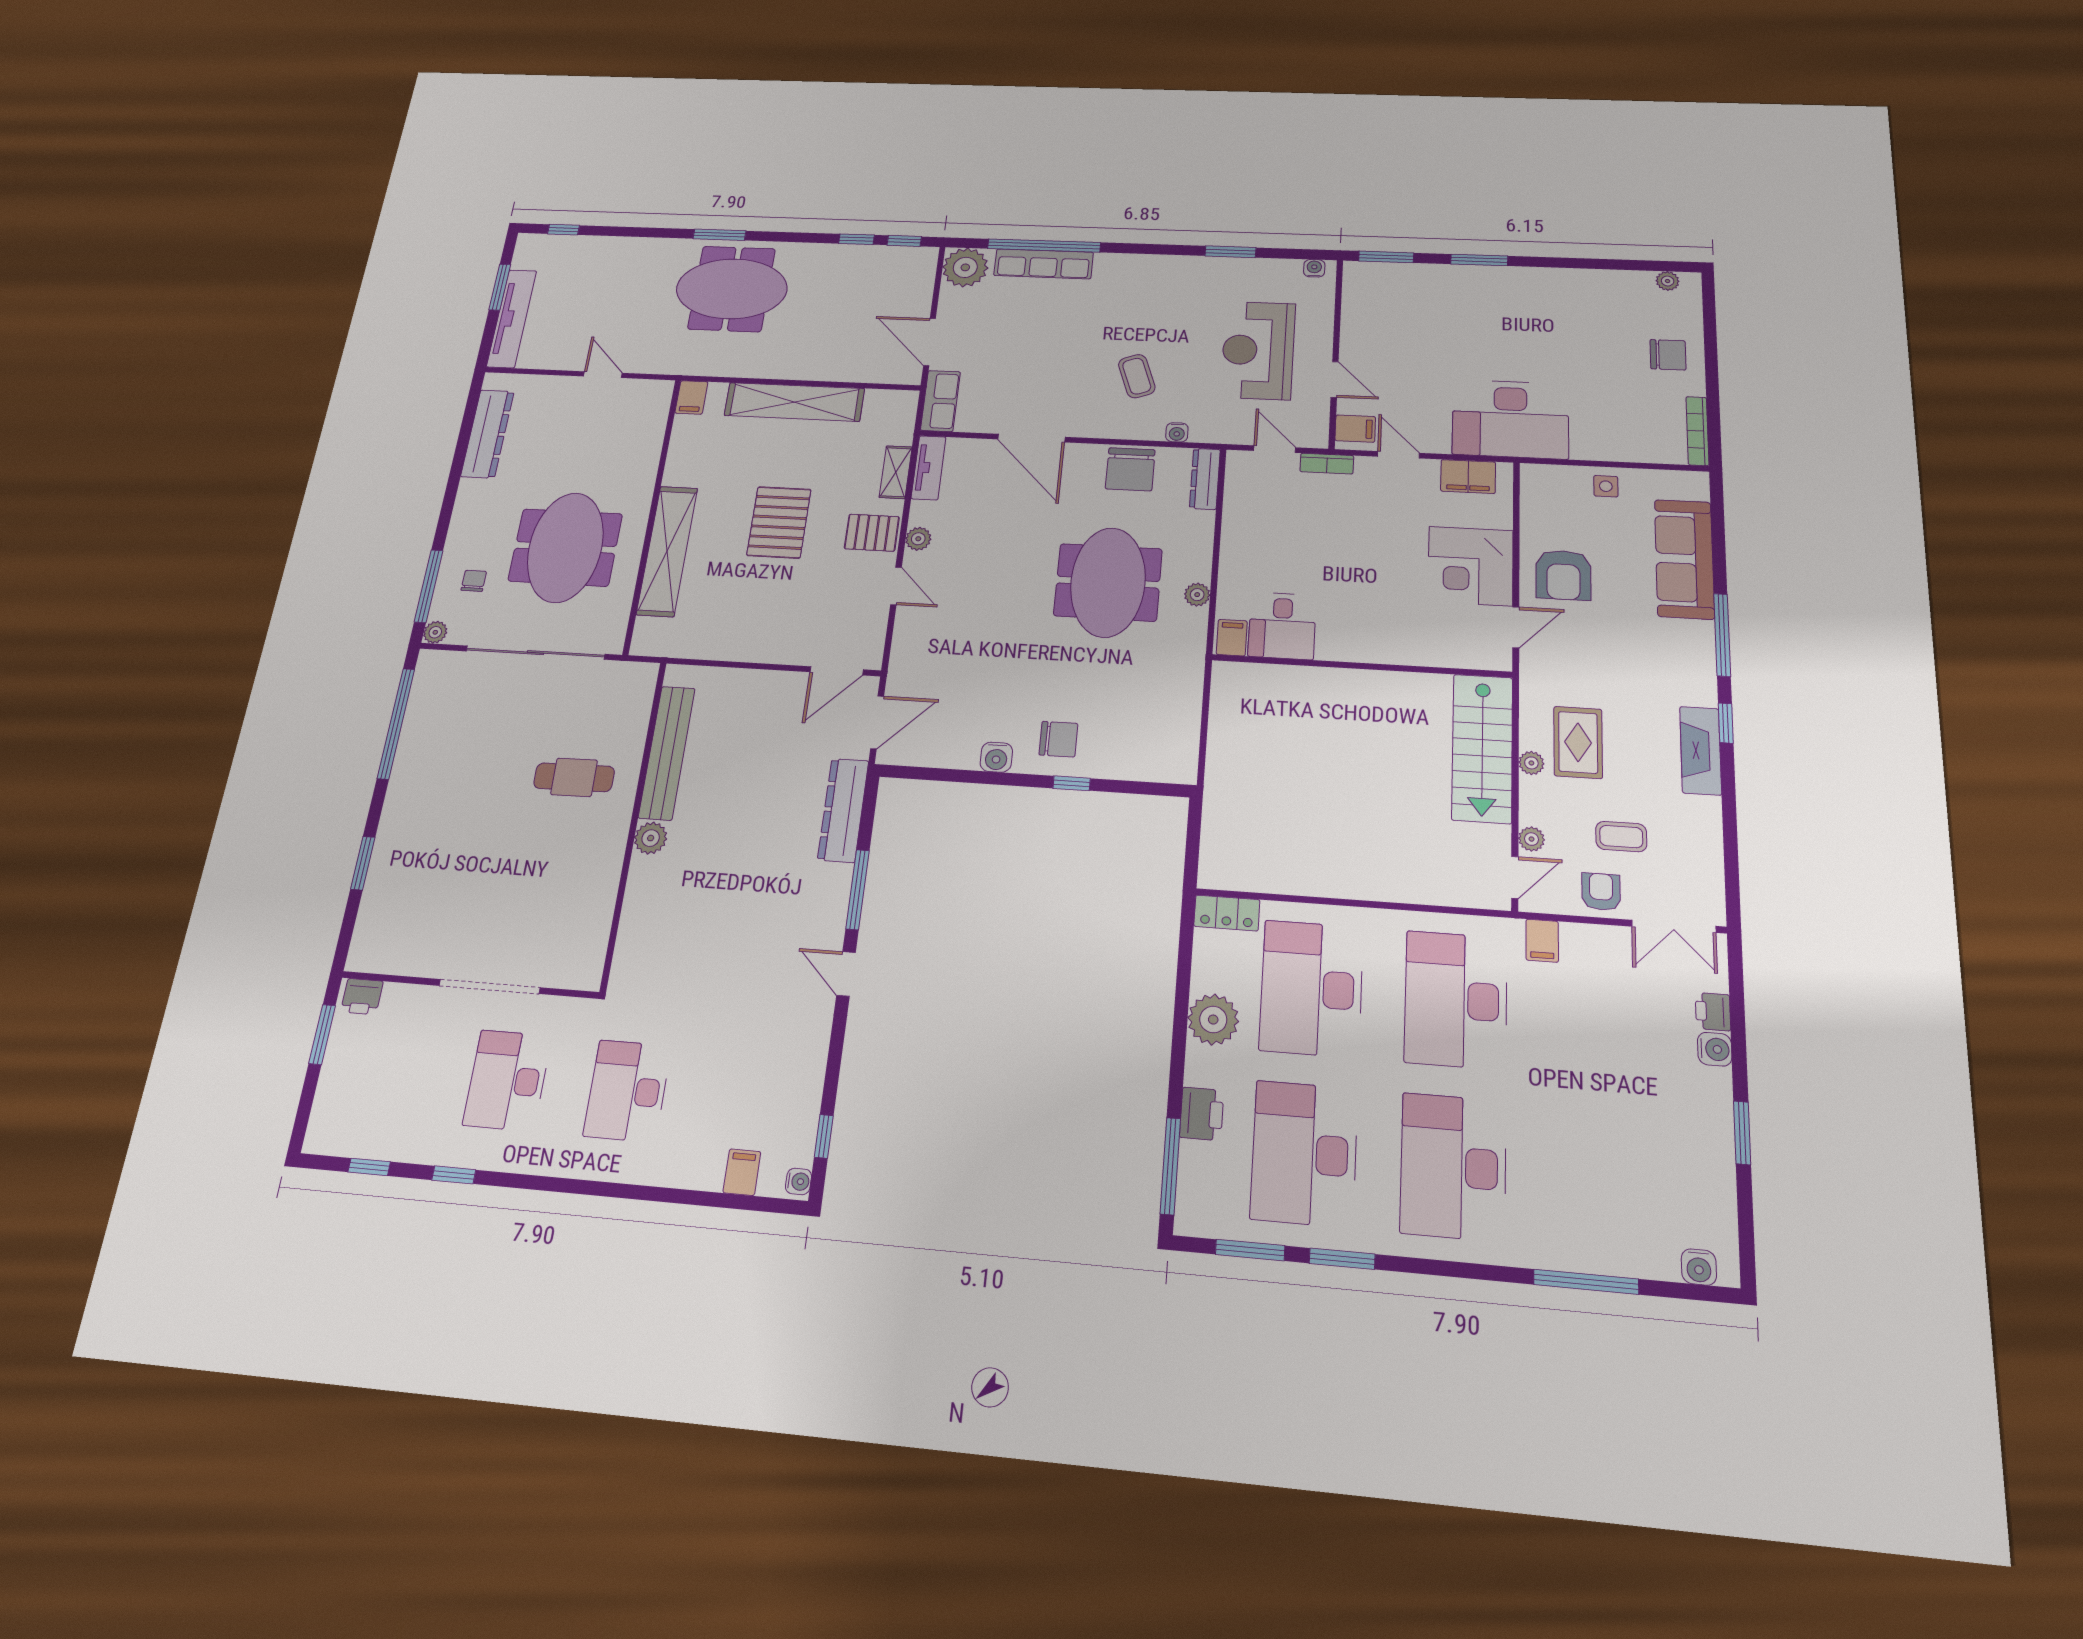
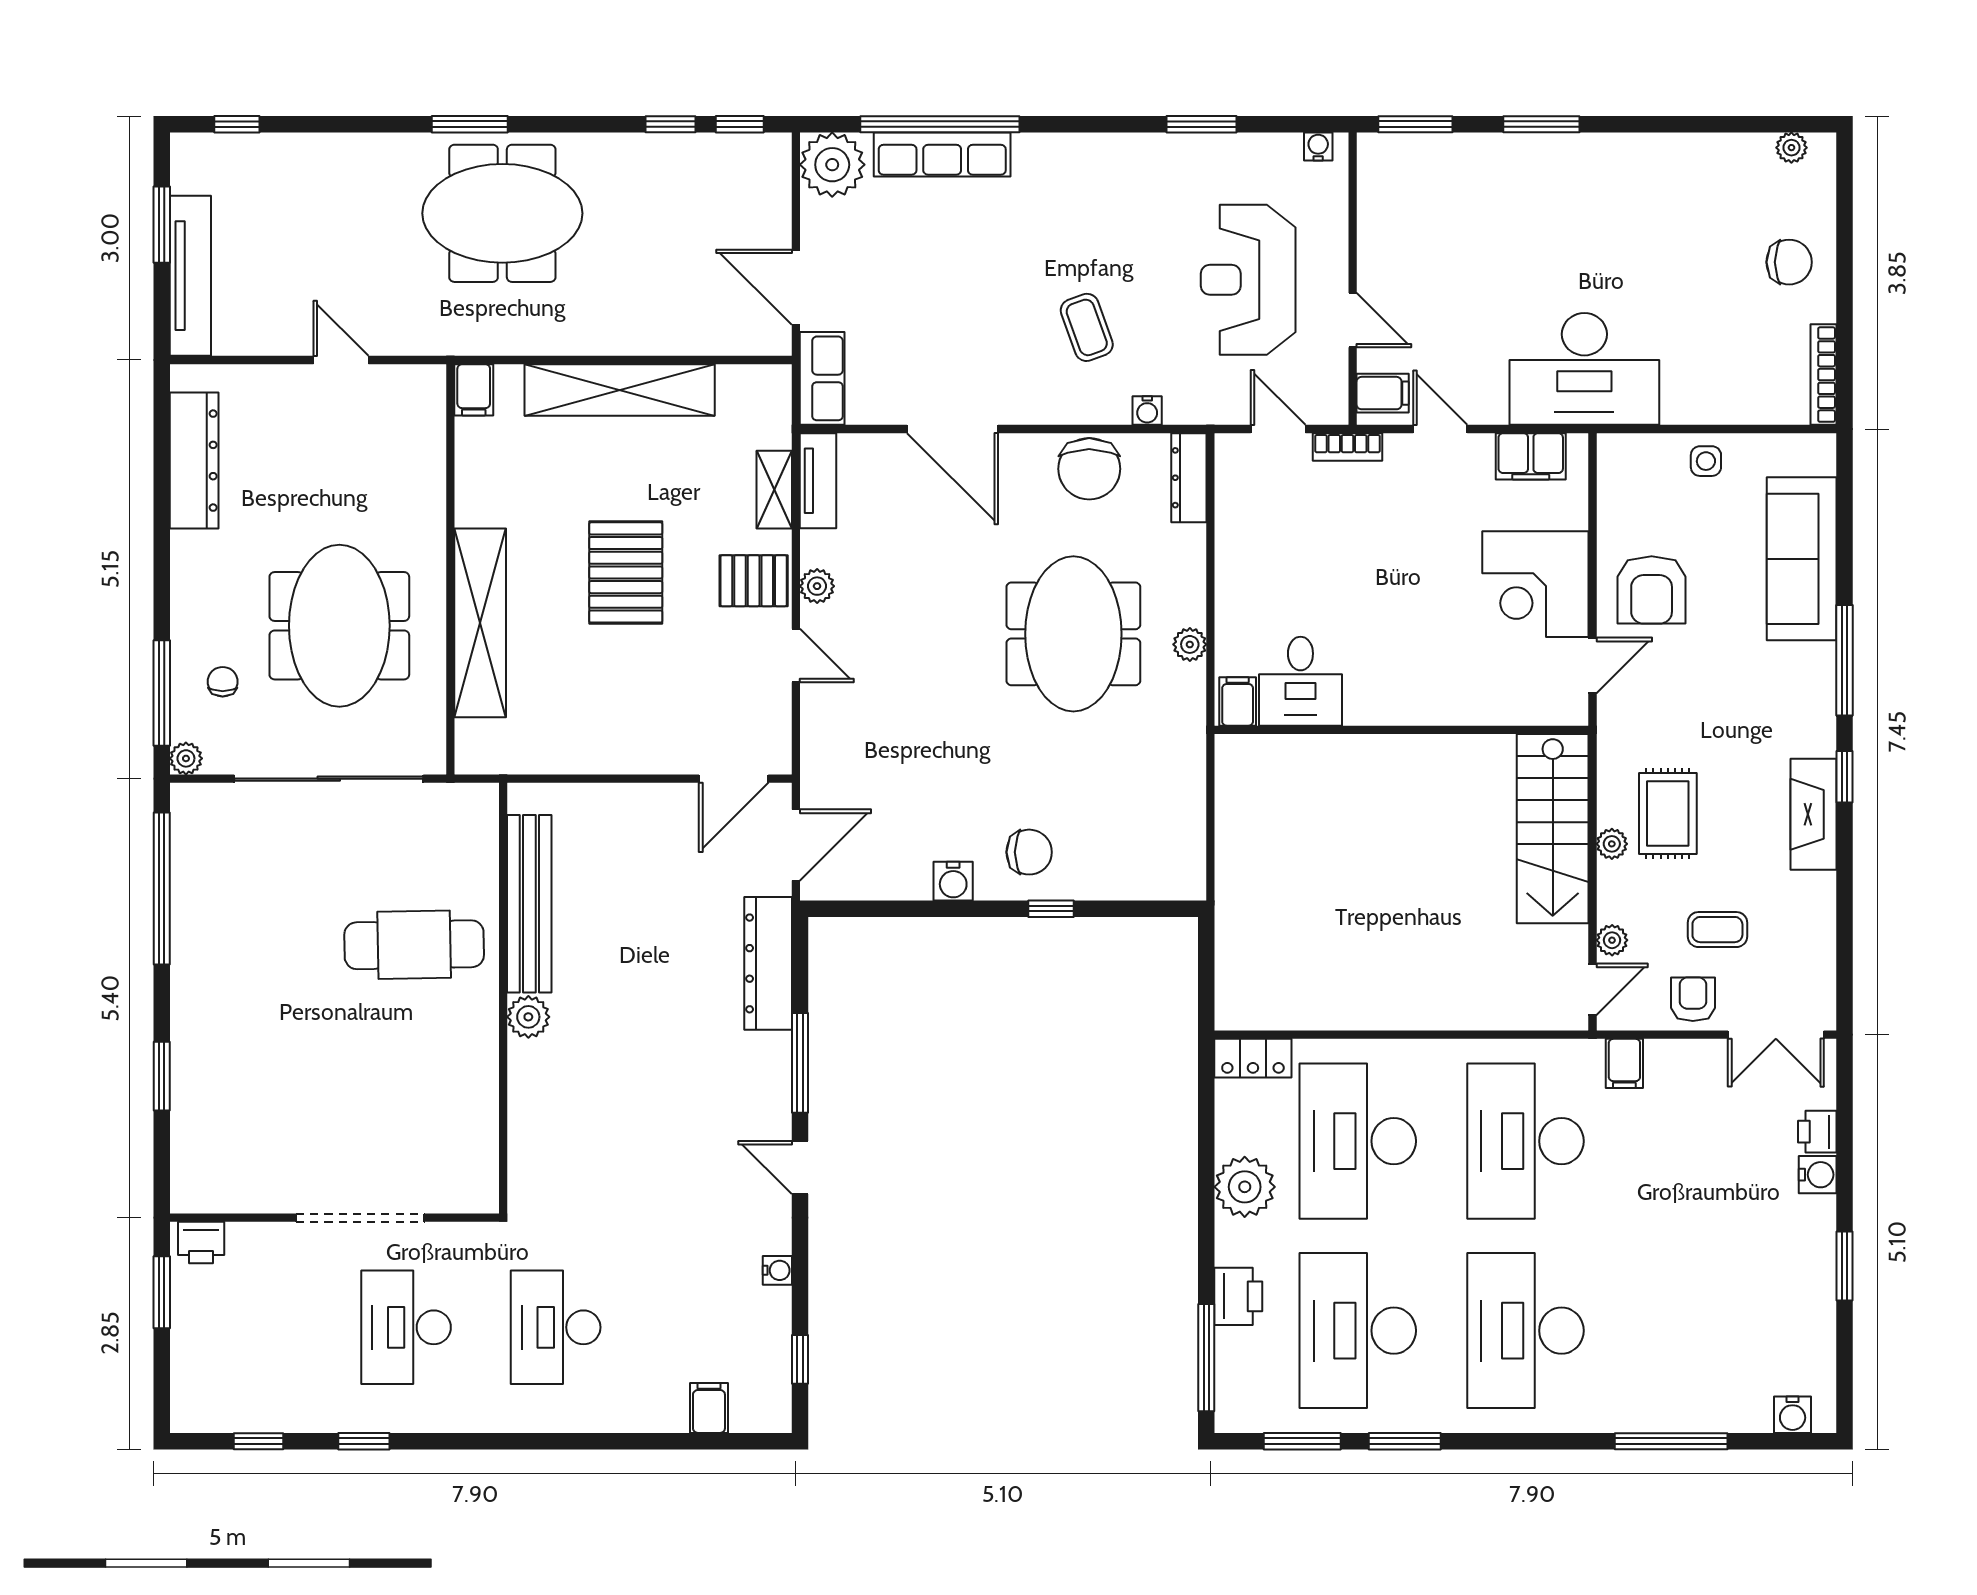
cafe table: (574, 777) -> (414, 945), width x1.37, depth x1.35
water cooler: (798, 1181) -> (777, 1270), moved

